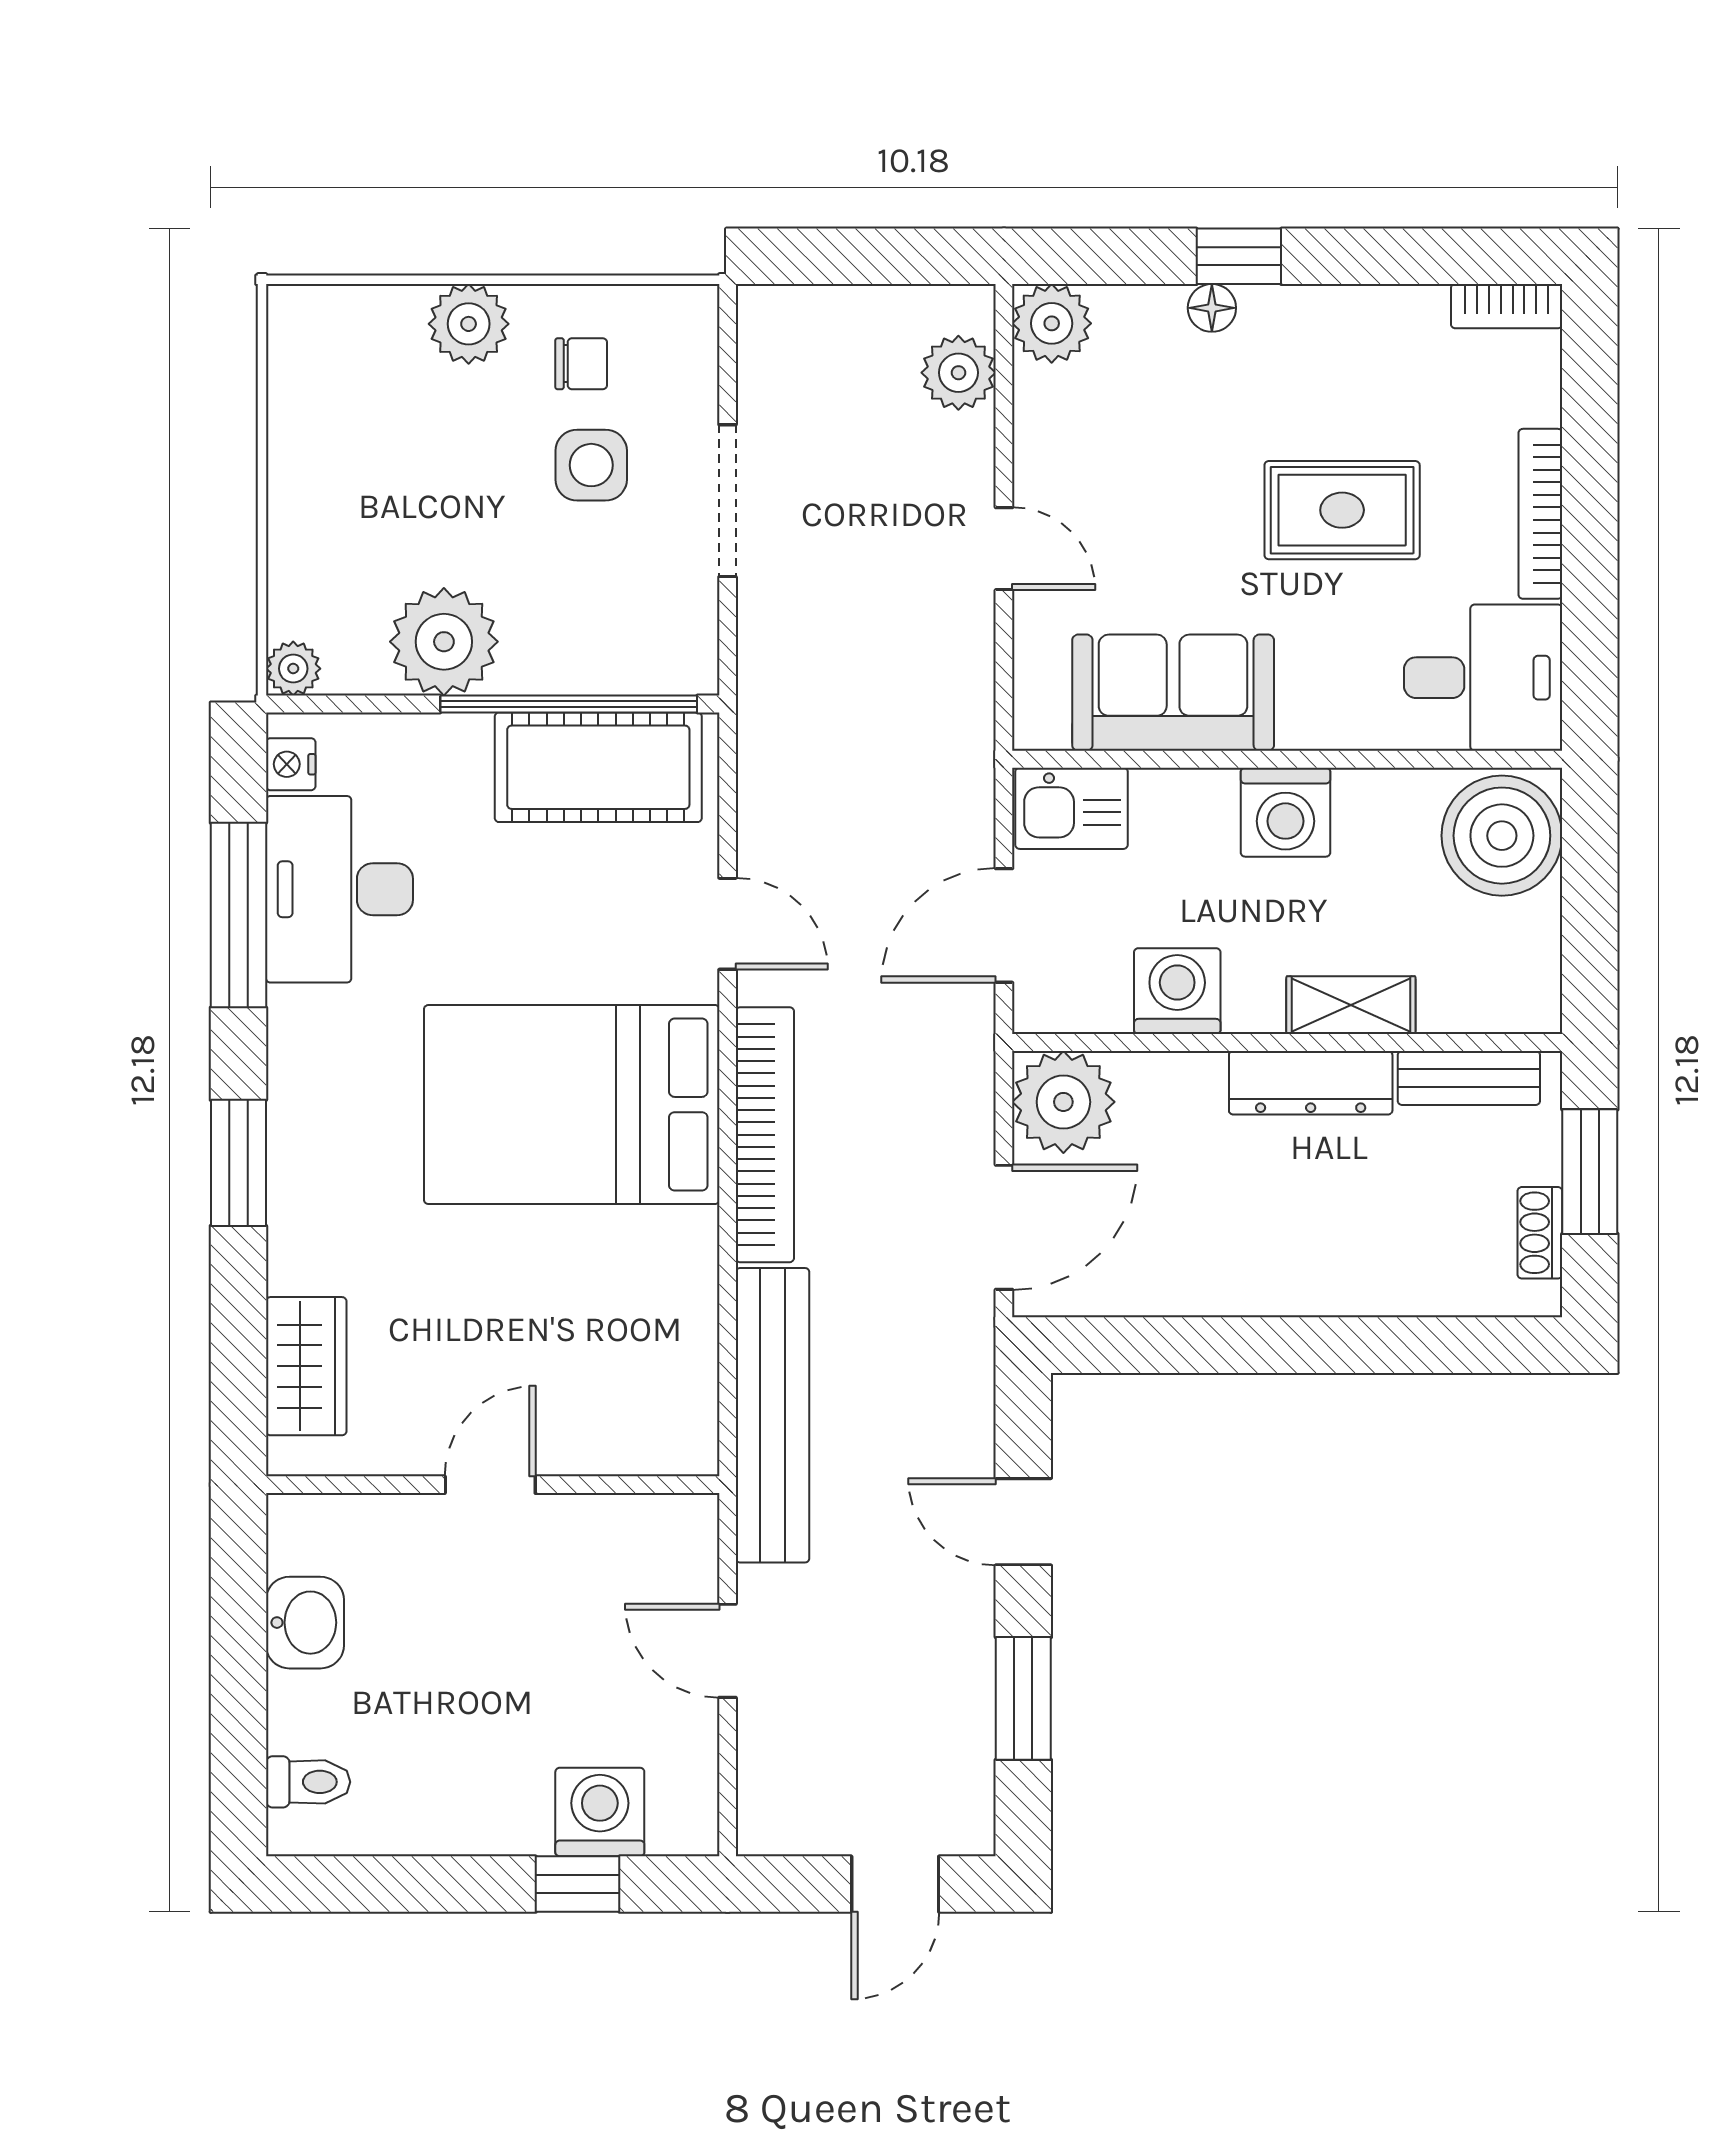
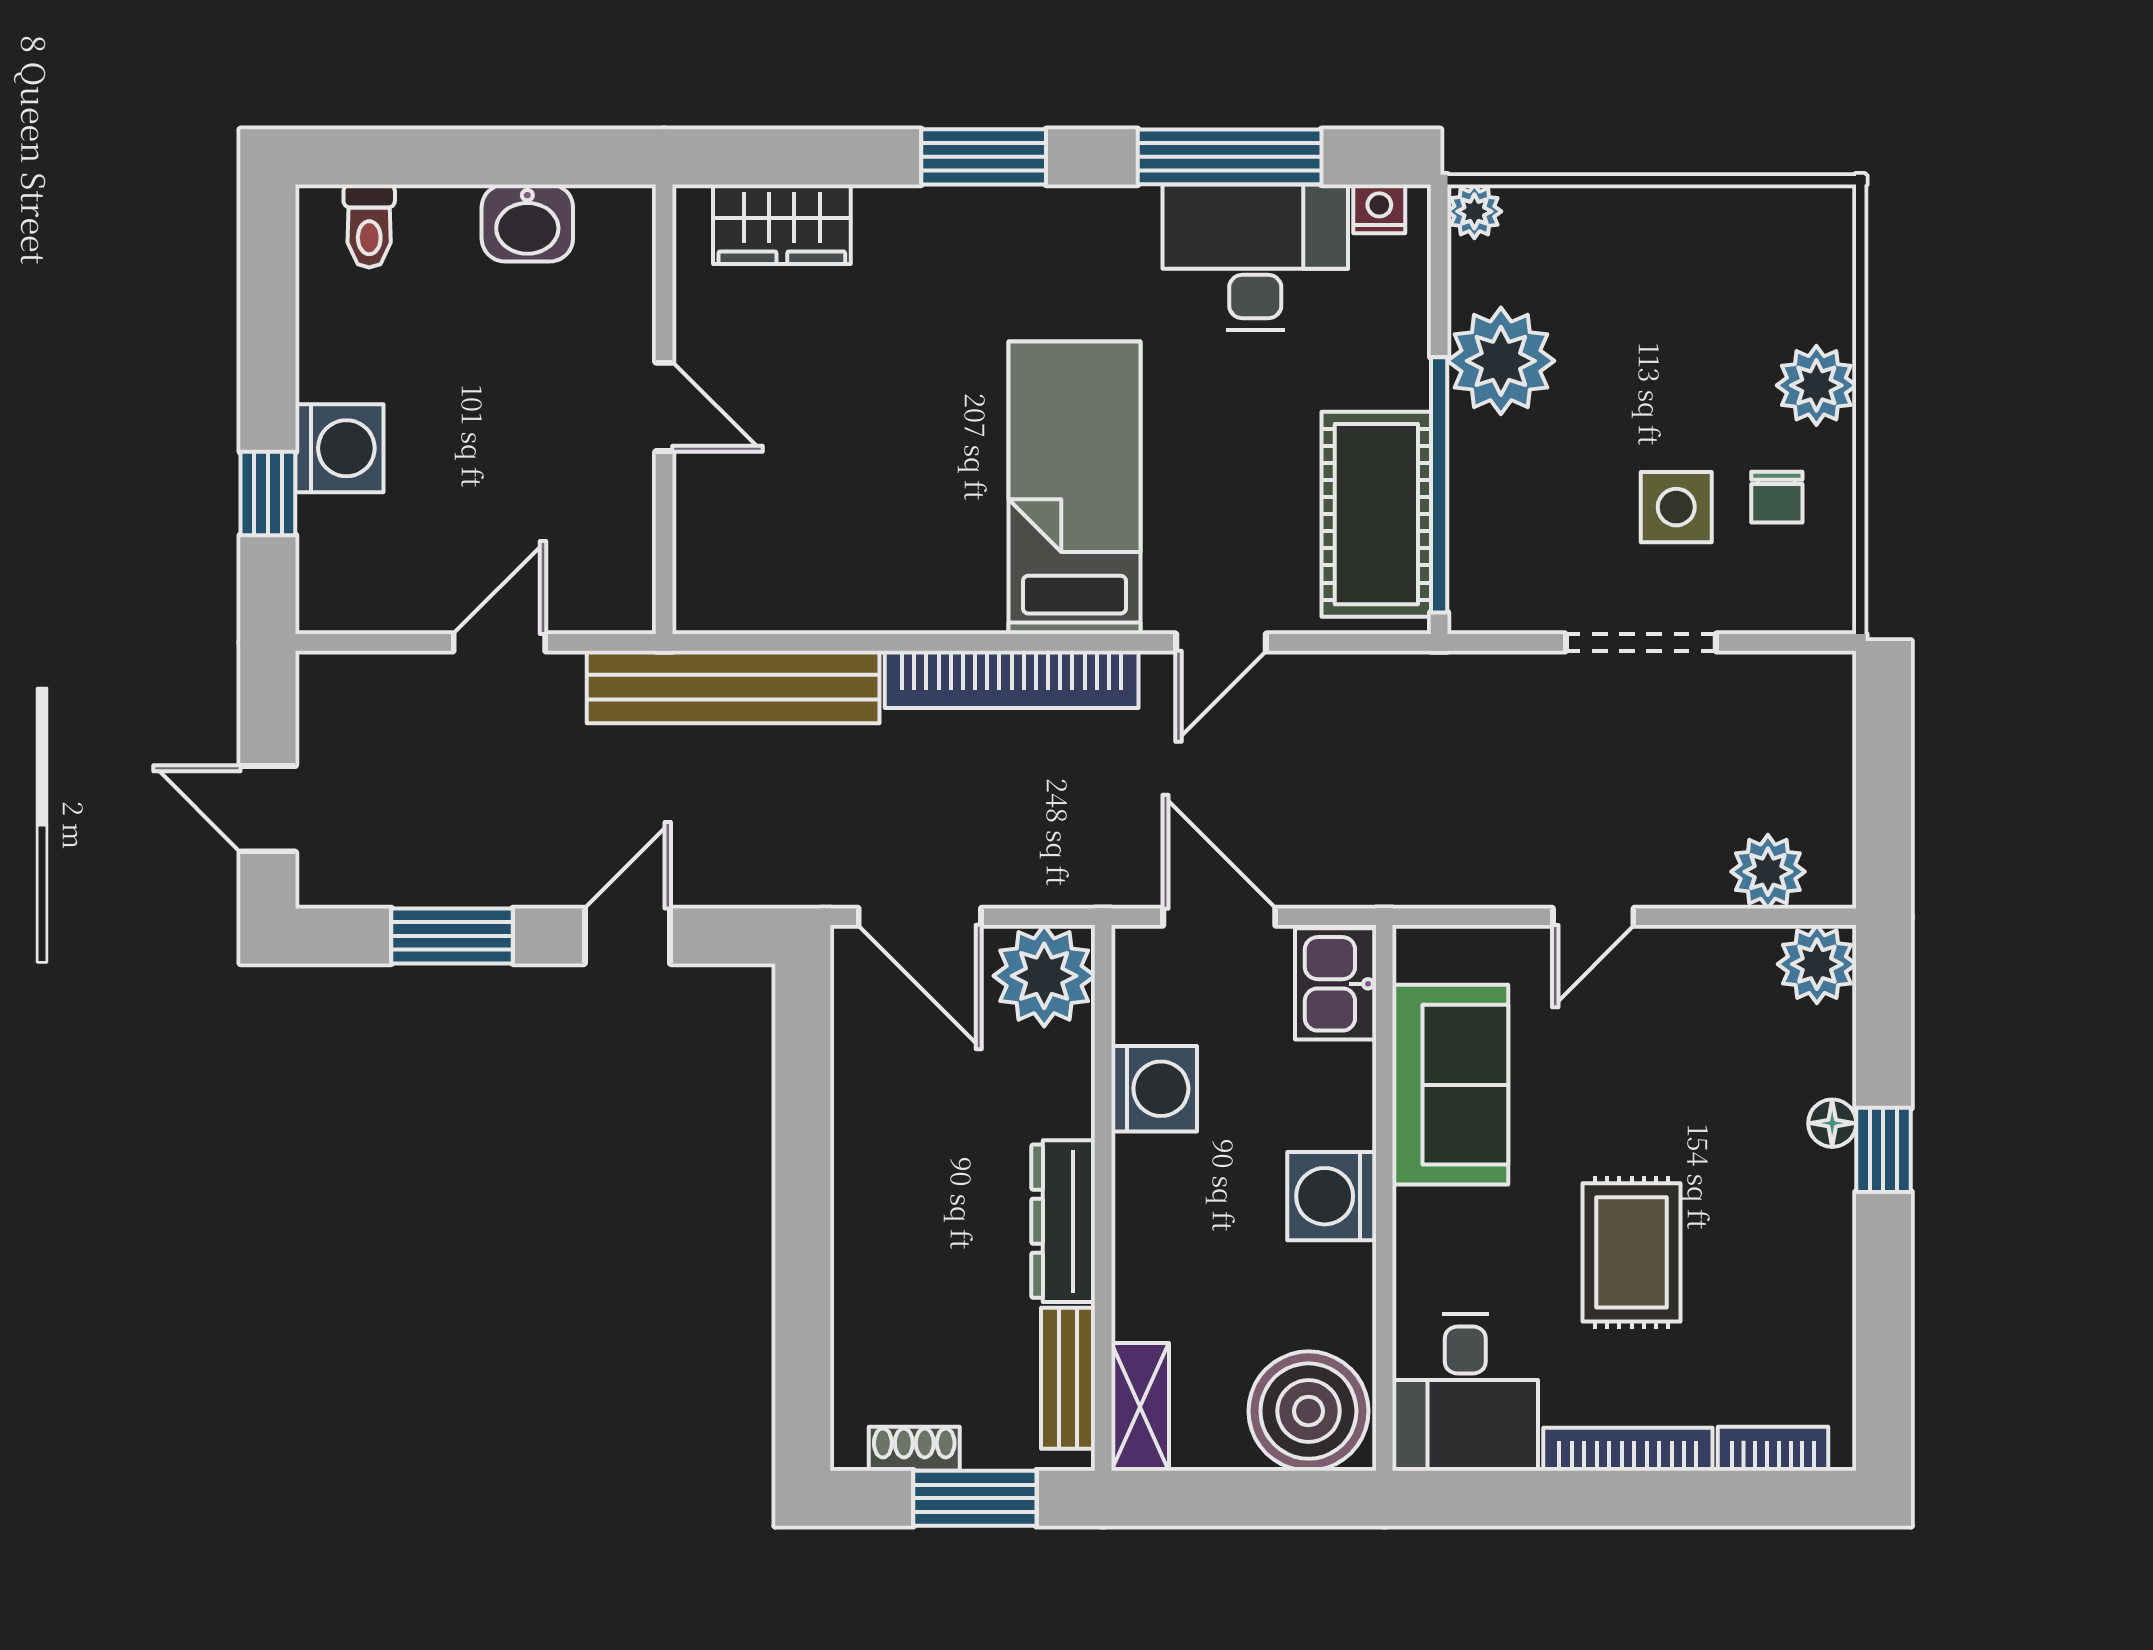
bookcase: (1507, 306) -> (1773, 1449), moved, turned 90
shelving: (1351, 1005) -> (1140, 1407), moved
bed: (572, 1105) -> (1074, 488), width x0.67
washing machine: (600, 1812) -> (339, 448), moved

